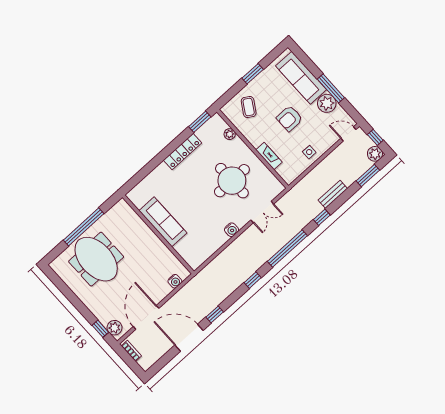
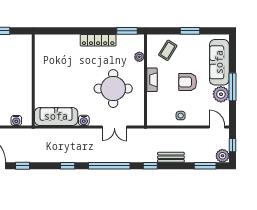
fireplace: (269, 156) -> (152, 80), moved
sofa: (163, 222) -> (56, 116), moved, turned -90

